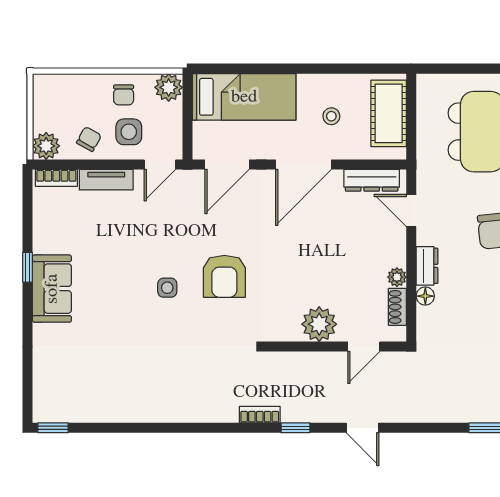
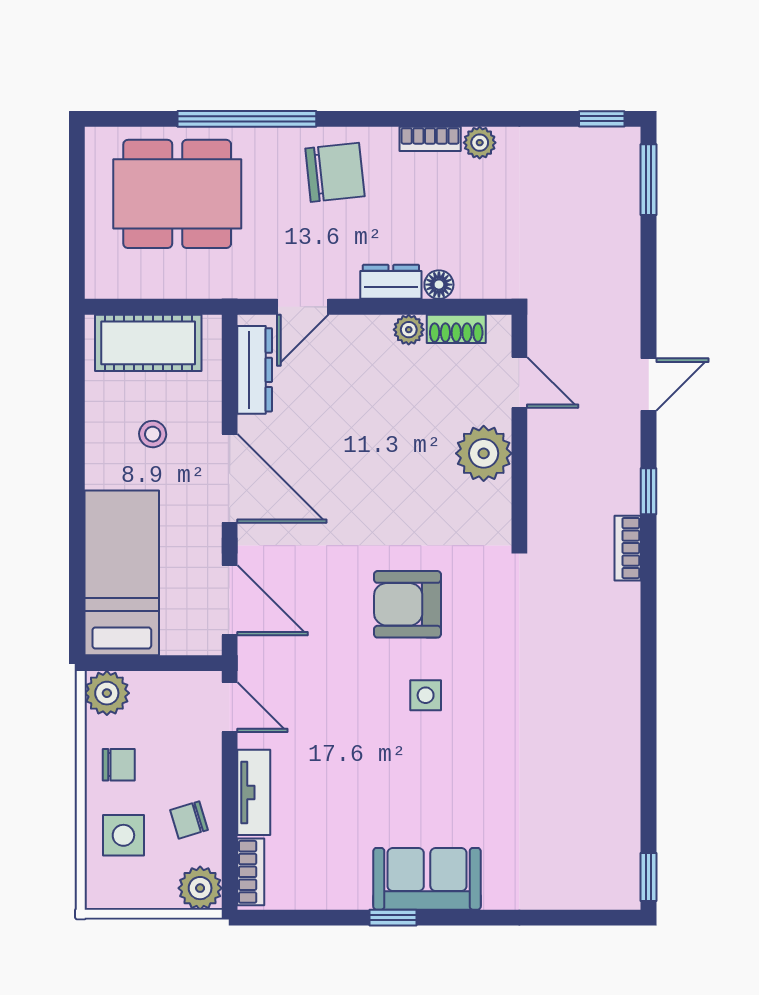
side table: (129, 132) -> (123, 835), moved
chair: (89, 139) -> (189, 820), turned -46
armchair: (224, 276) -> (407, 604), turned 180

